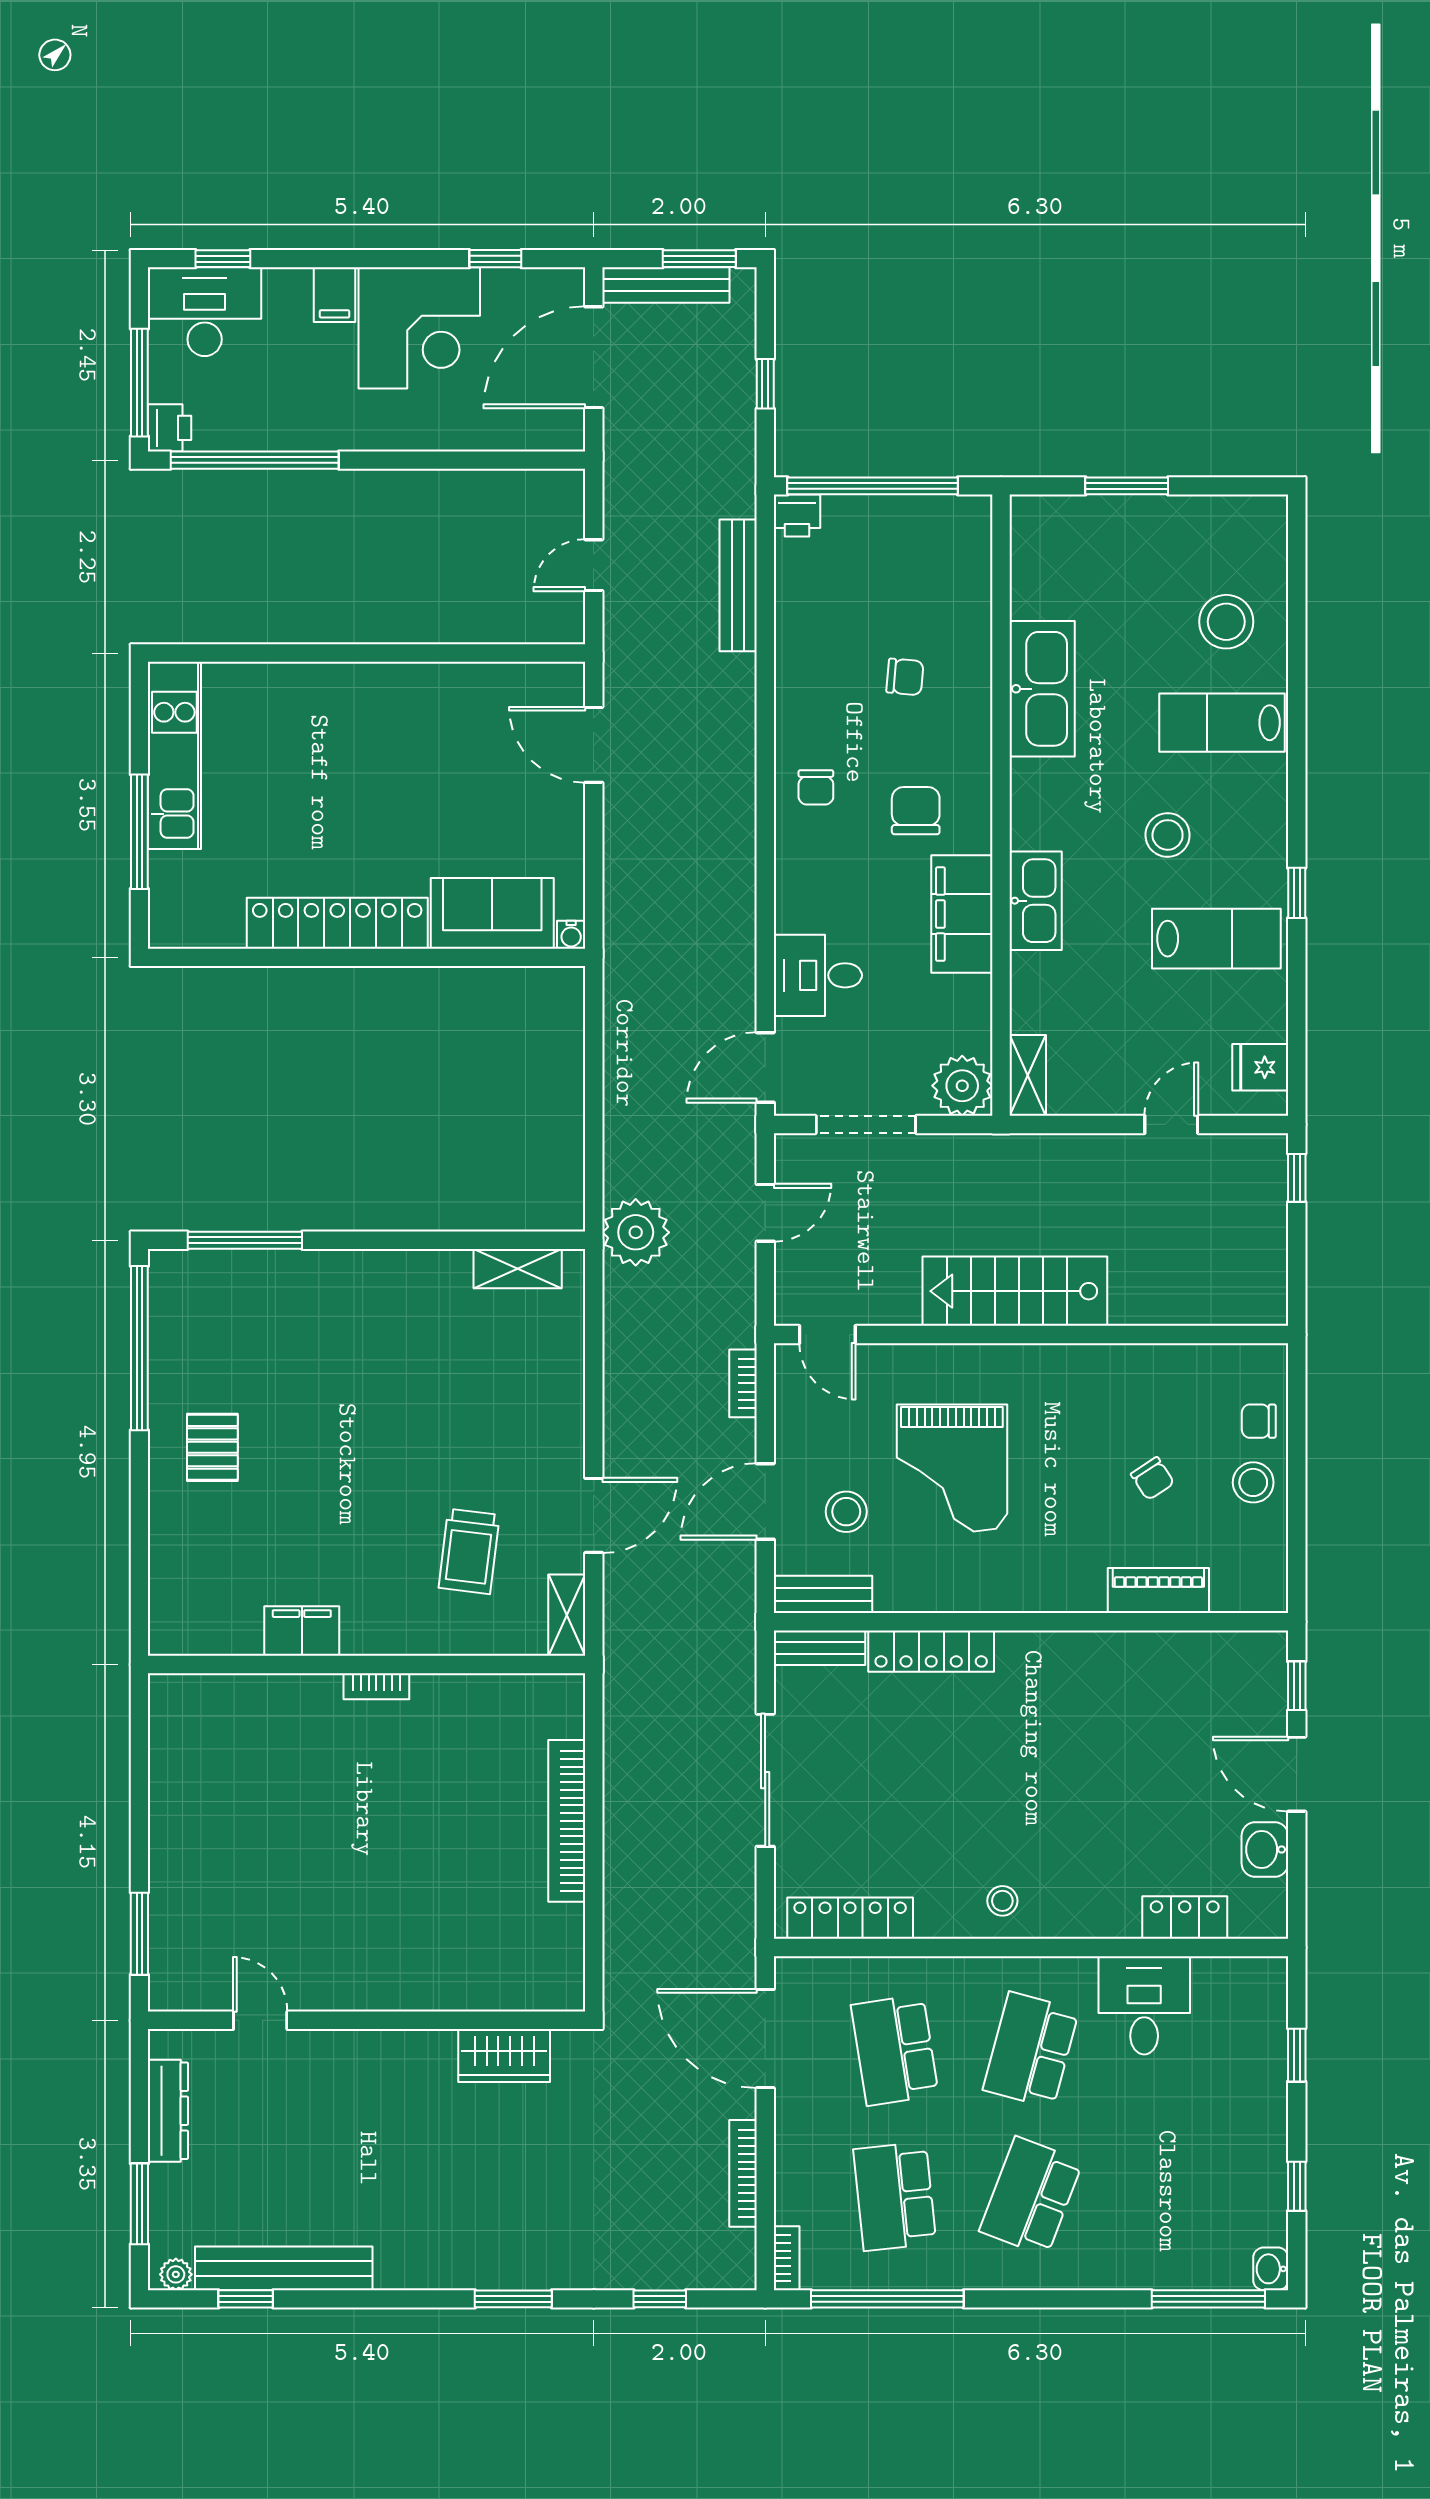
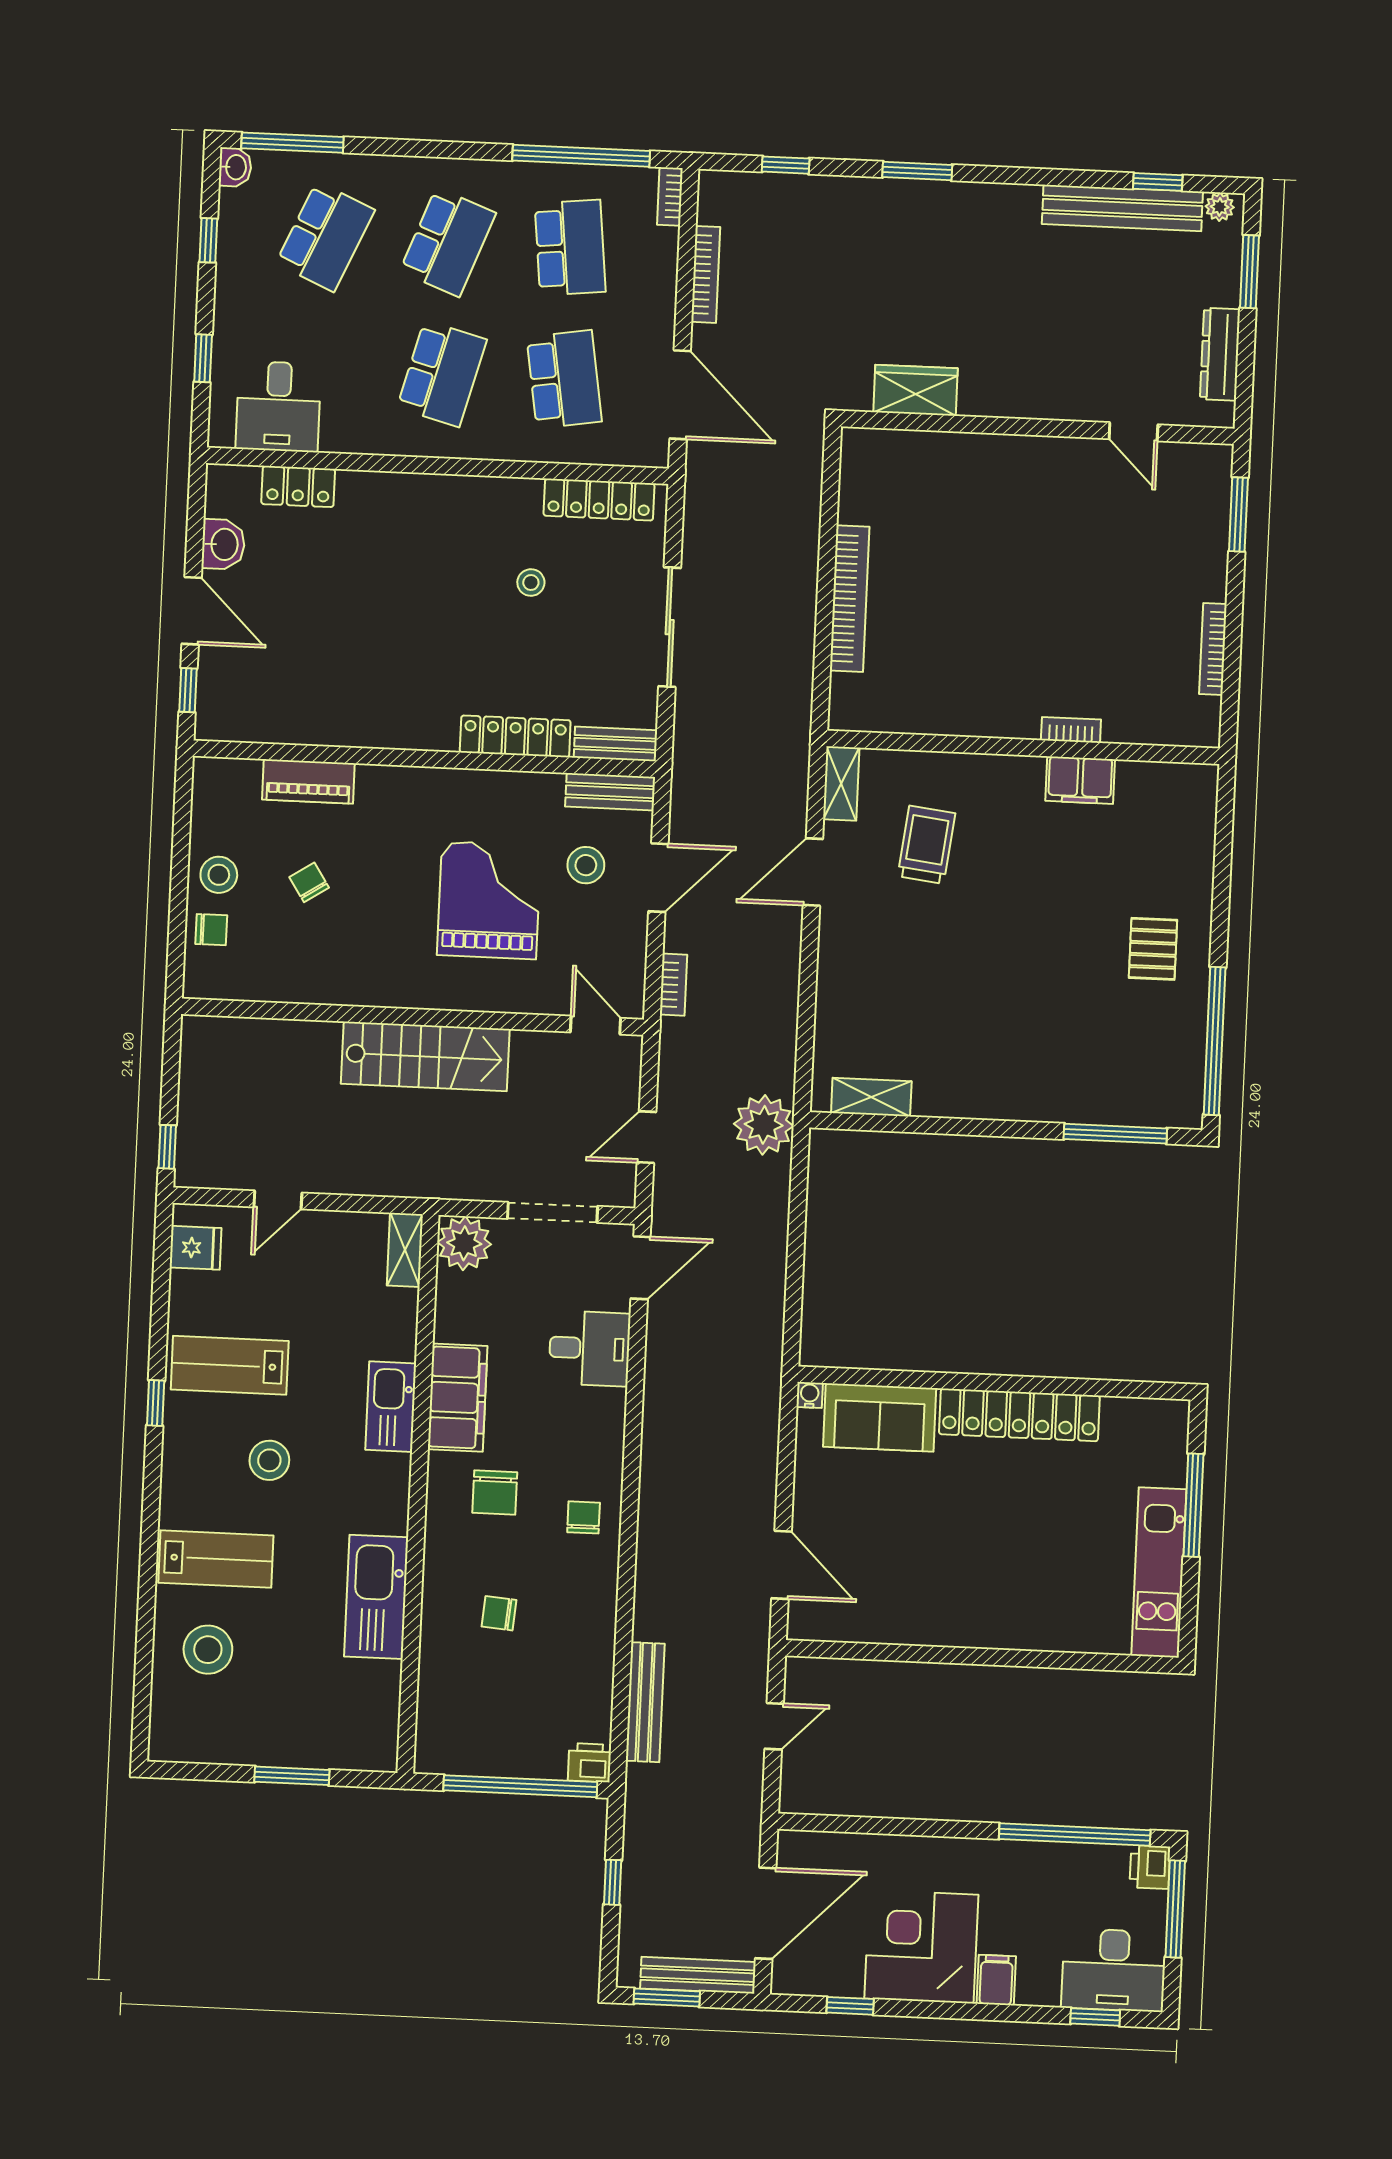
bookcase: (376, 1686) -> (1071, 730), moved
bookcase: (161, 1783) -> (1213, 649), added
stool: (1002, 1901) -> (531, 583), moved
desk: (1144, 2005) -> (278, 407), moved
school desk: (1167, 2196) -> (325, 236), added

